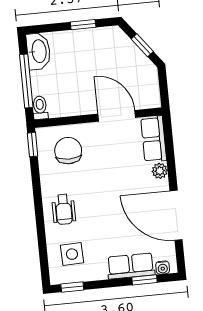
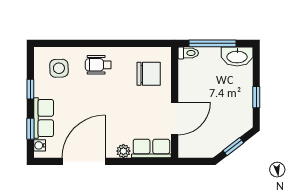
window: (32, 145) -> (157, 43), removed
window: (72, 287) -> (30, 89), moved

